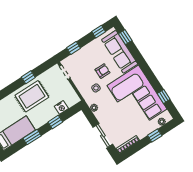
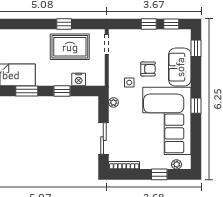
window: (73, 48) -> (149, 24), moved
sofa: (120, 52) -> (180, 67), width x0.73
rug: (32, 96) -> (70, 47), moved
window: (164, 96) -> (196, 106), moved

